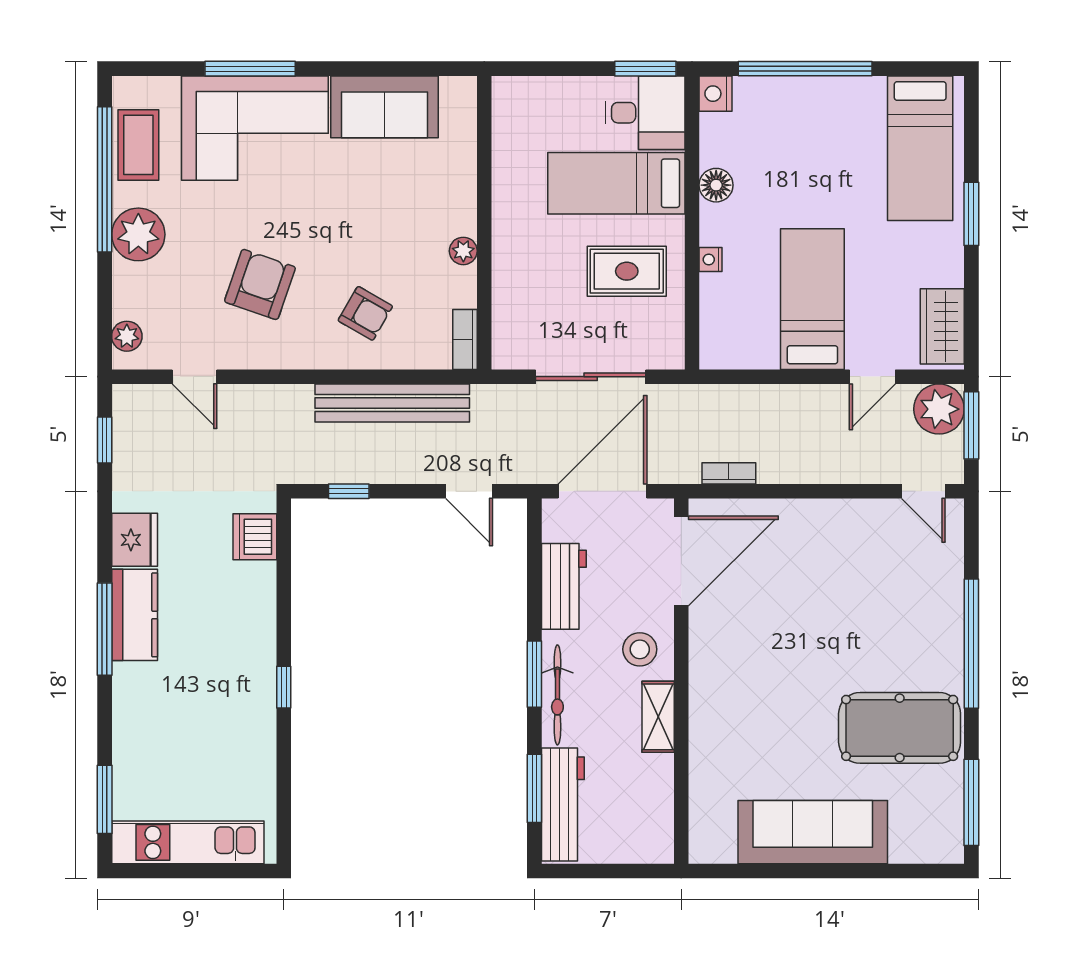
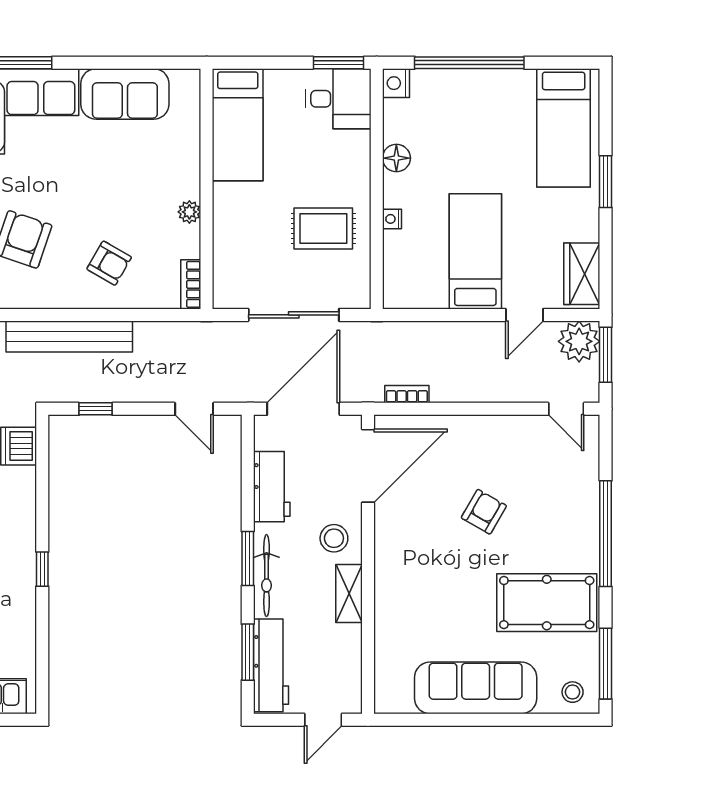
bed: (616, 183) -> (238, 125), moved, turned -90
bench: (392, 403) -> (69, 337), moved
armchair: (823, 617) -> (484, 512), added
stool: (931, 837) -> (573, 692), added
door: (627, 871) -> (323, 720), added

